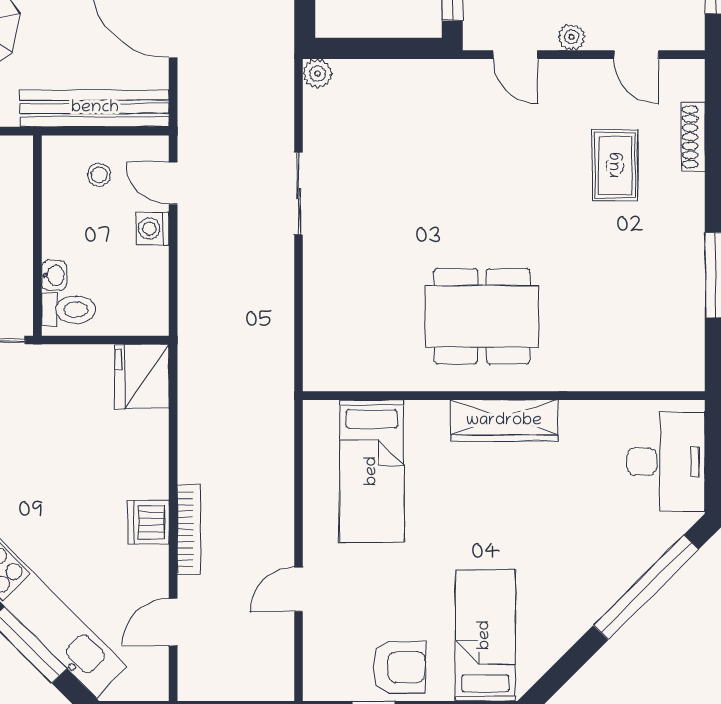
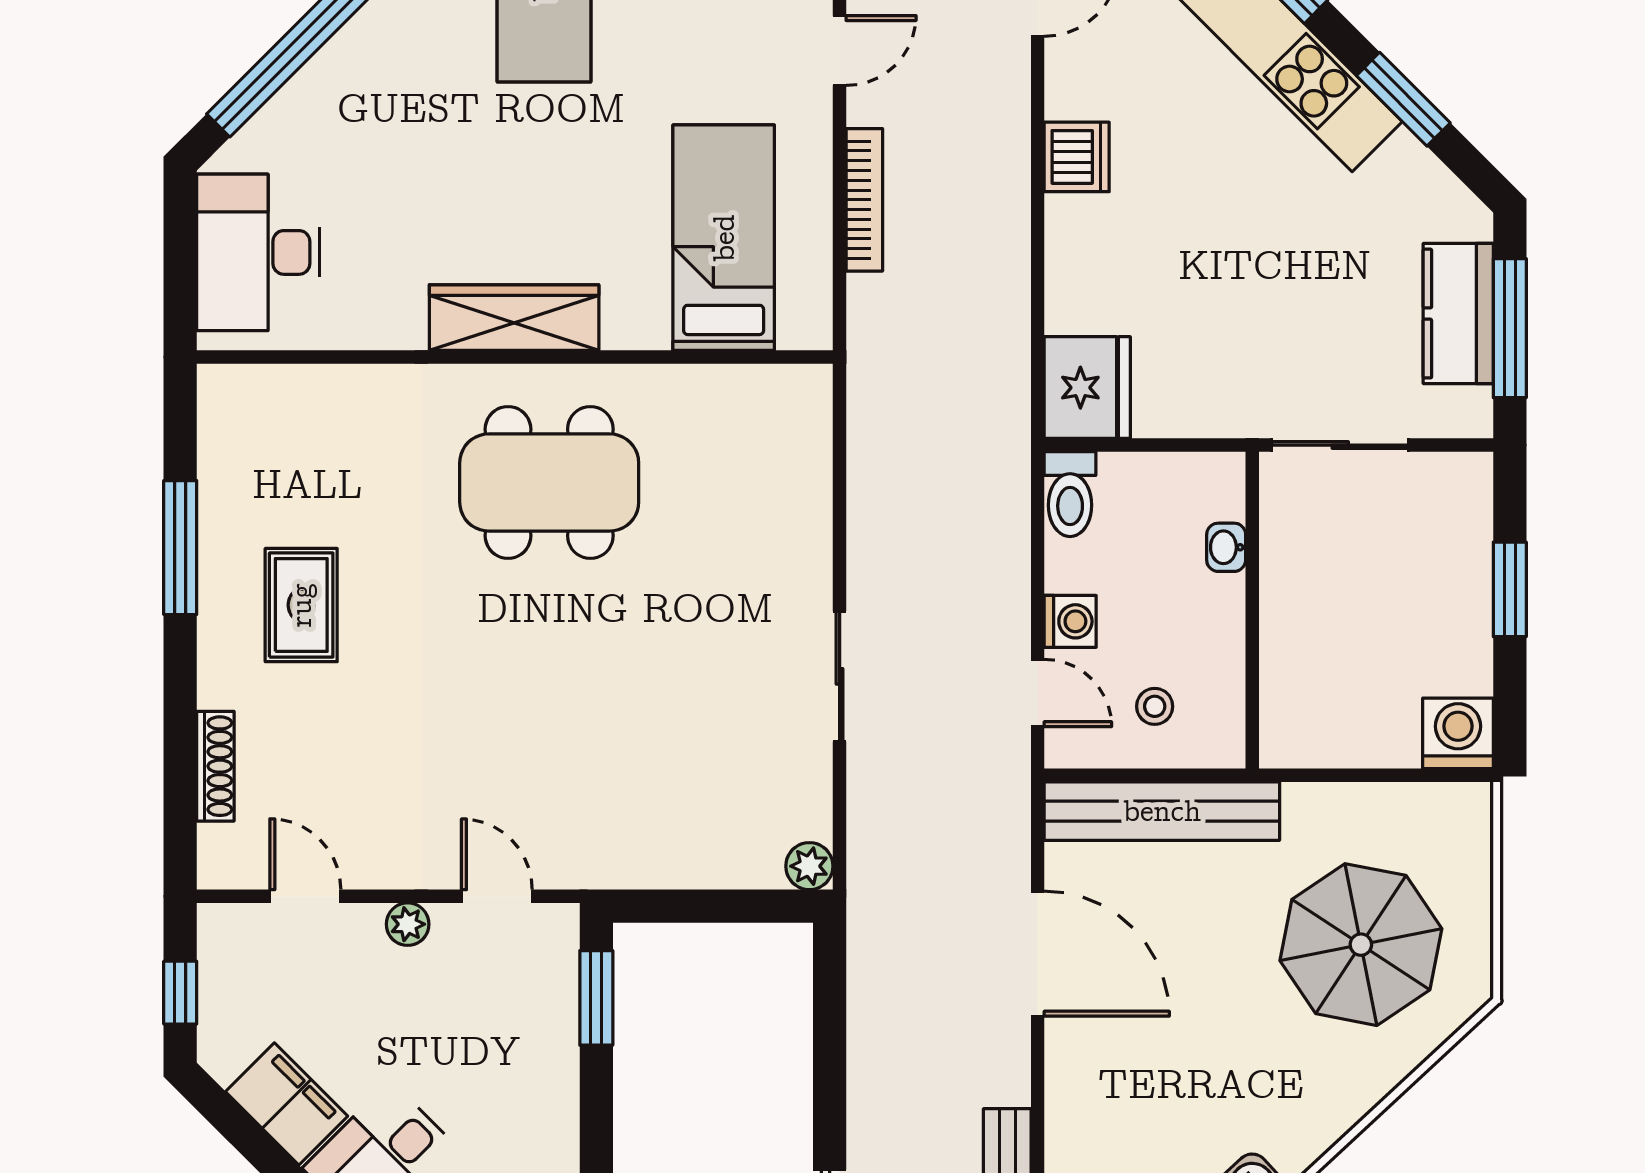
rug: (615, 165) -> (301, 605), moved
toilet: (68, 310) -> (1070, 494), moved, turned -90
bookcase: (189, 529) -> (864, 200), moved, turned 180

